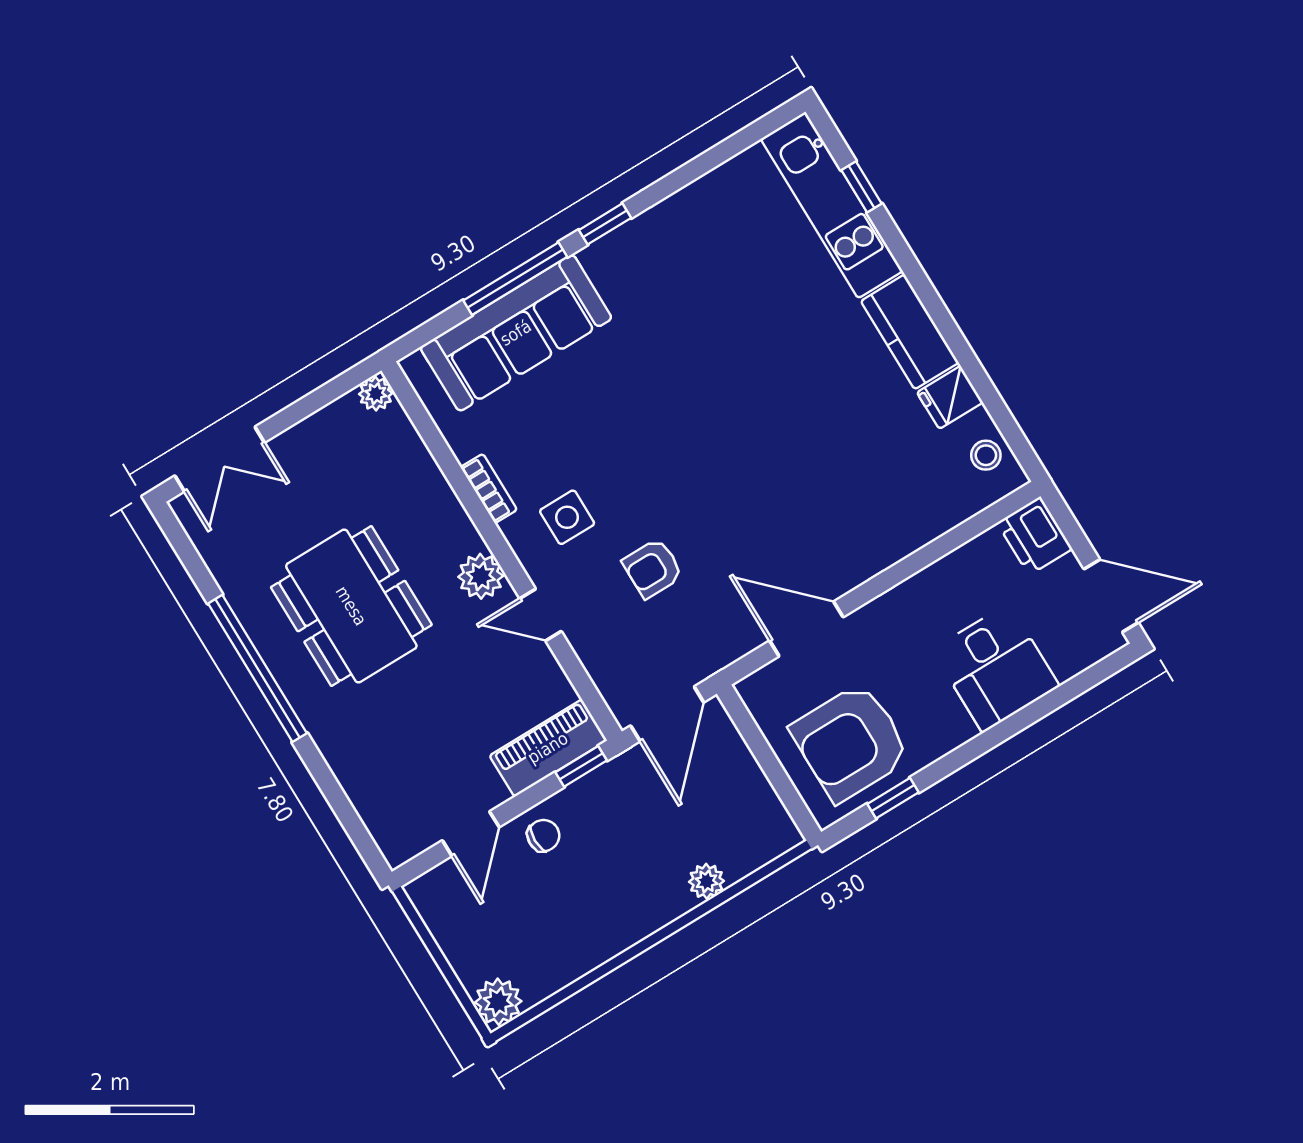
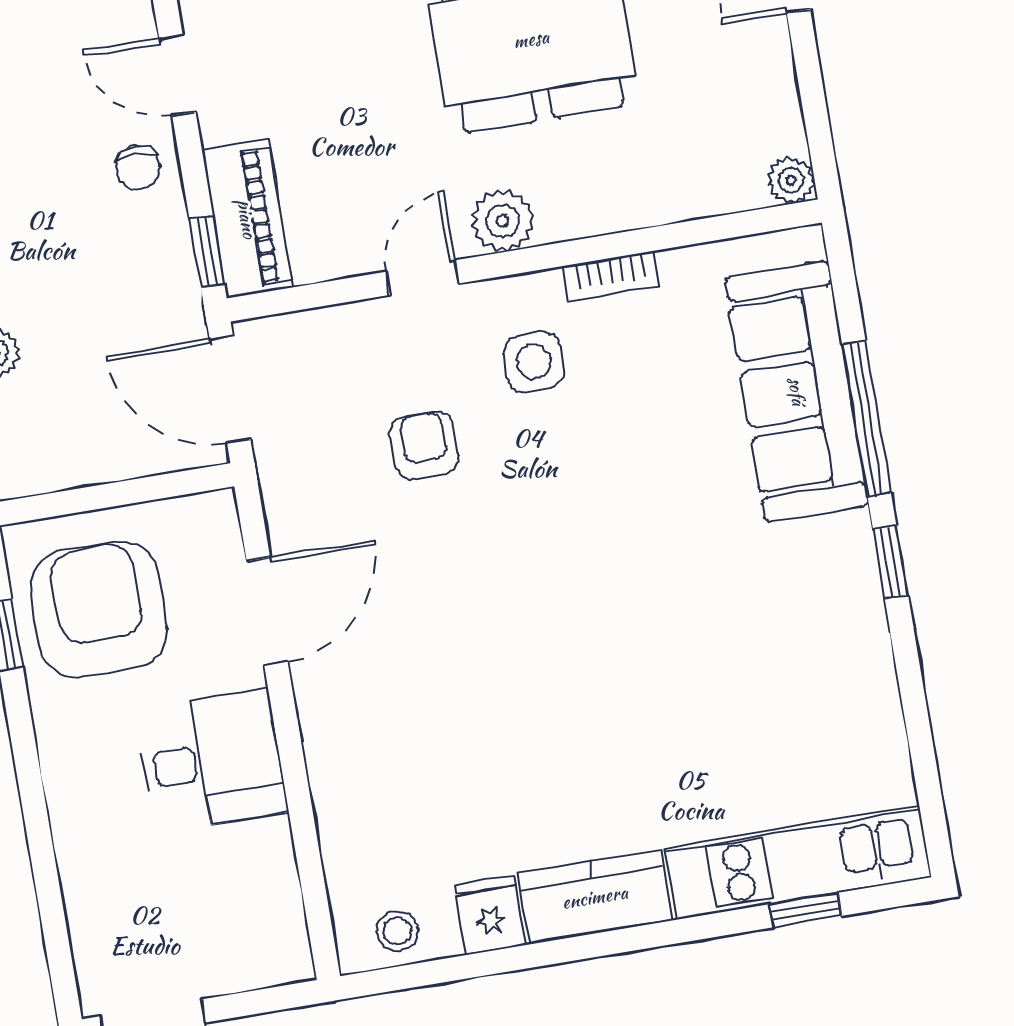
printer: (1035, 536) -> (269, 952), removed
desk: (996, 668) -> (212, 761), moved, turned 180

